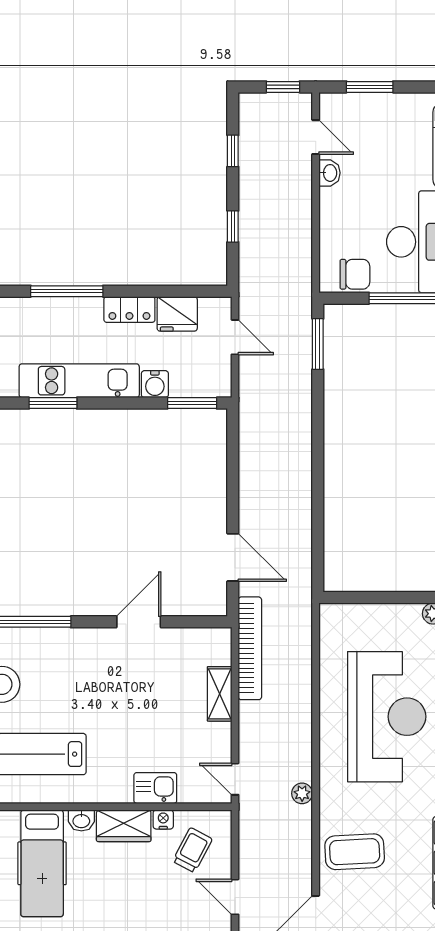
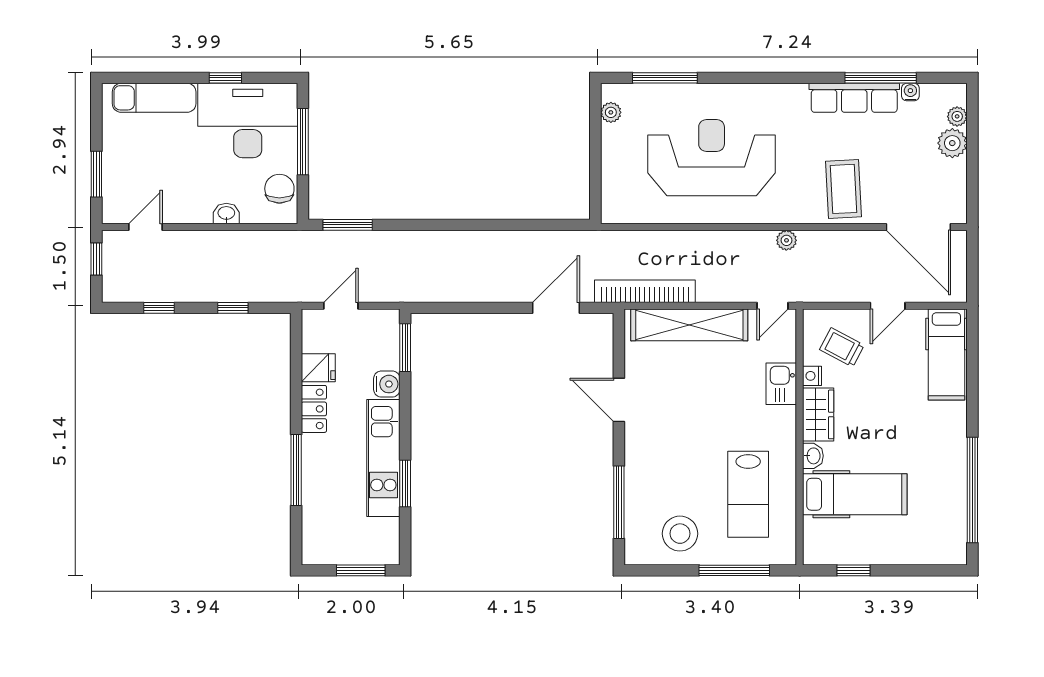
washbasin: (329, 173) -> (226, 214), moved
fridge: (177, 314) -> (318, 368), width x0.72
shelving: (220, 694) -> (689, 325), width x2.20, depth x1.33

